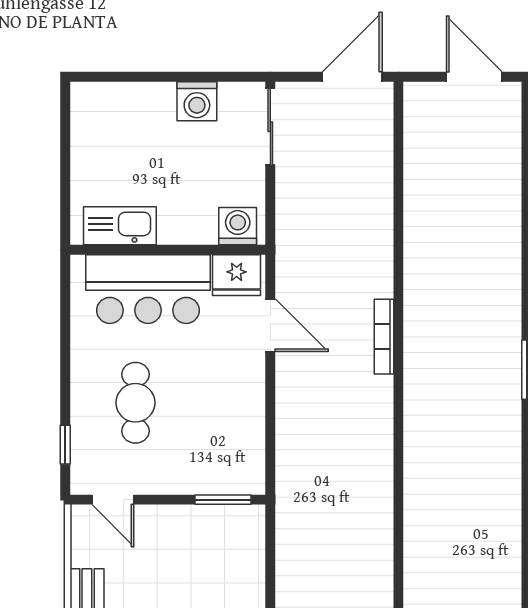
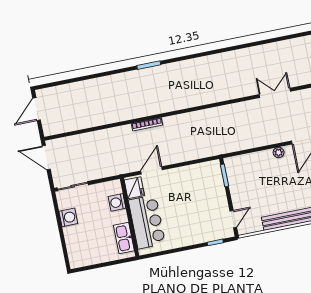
washing machine: (238, 226) -> (117, 202), moved
cafe table: (135, 403) -> (193, 218), removed

